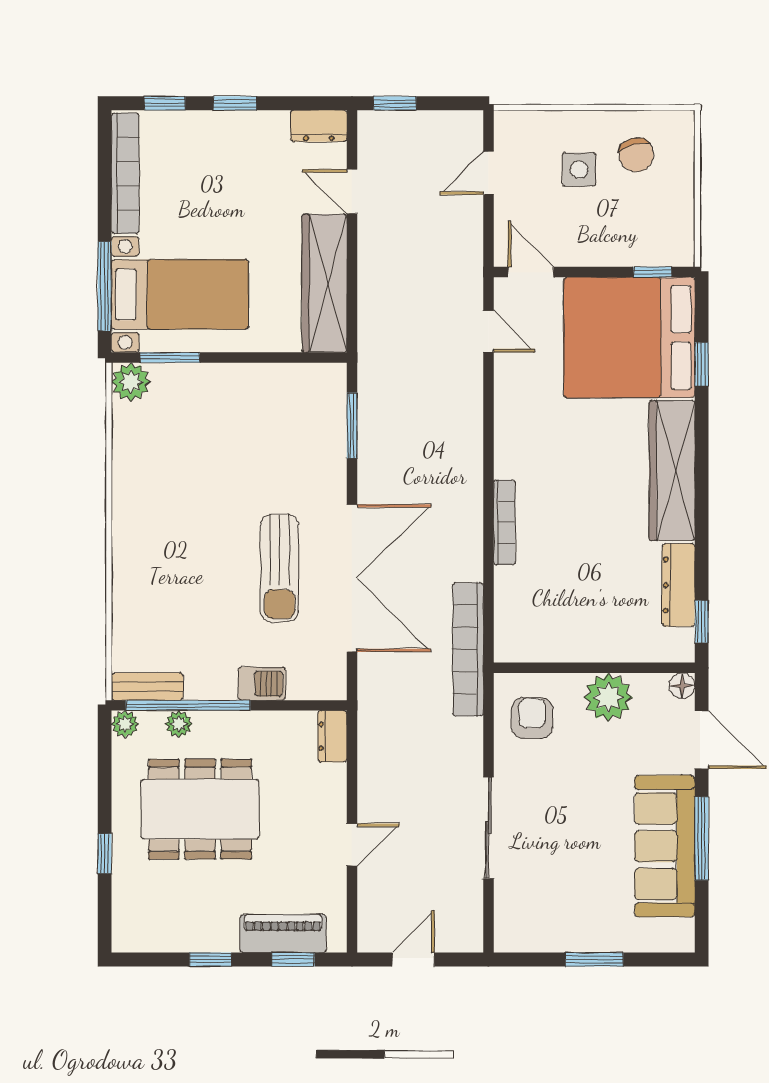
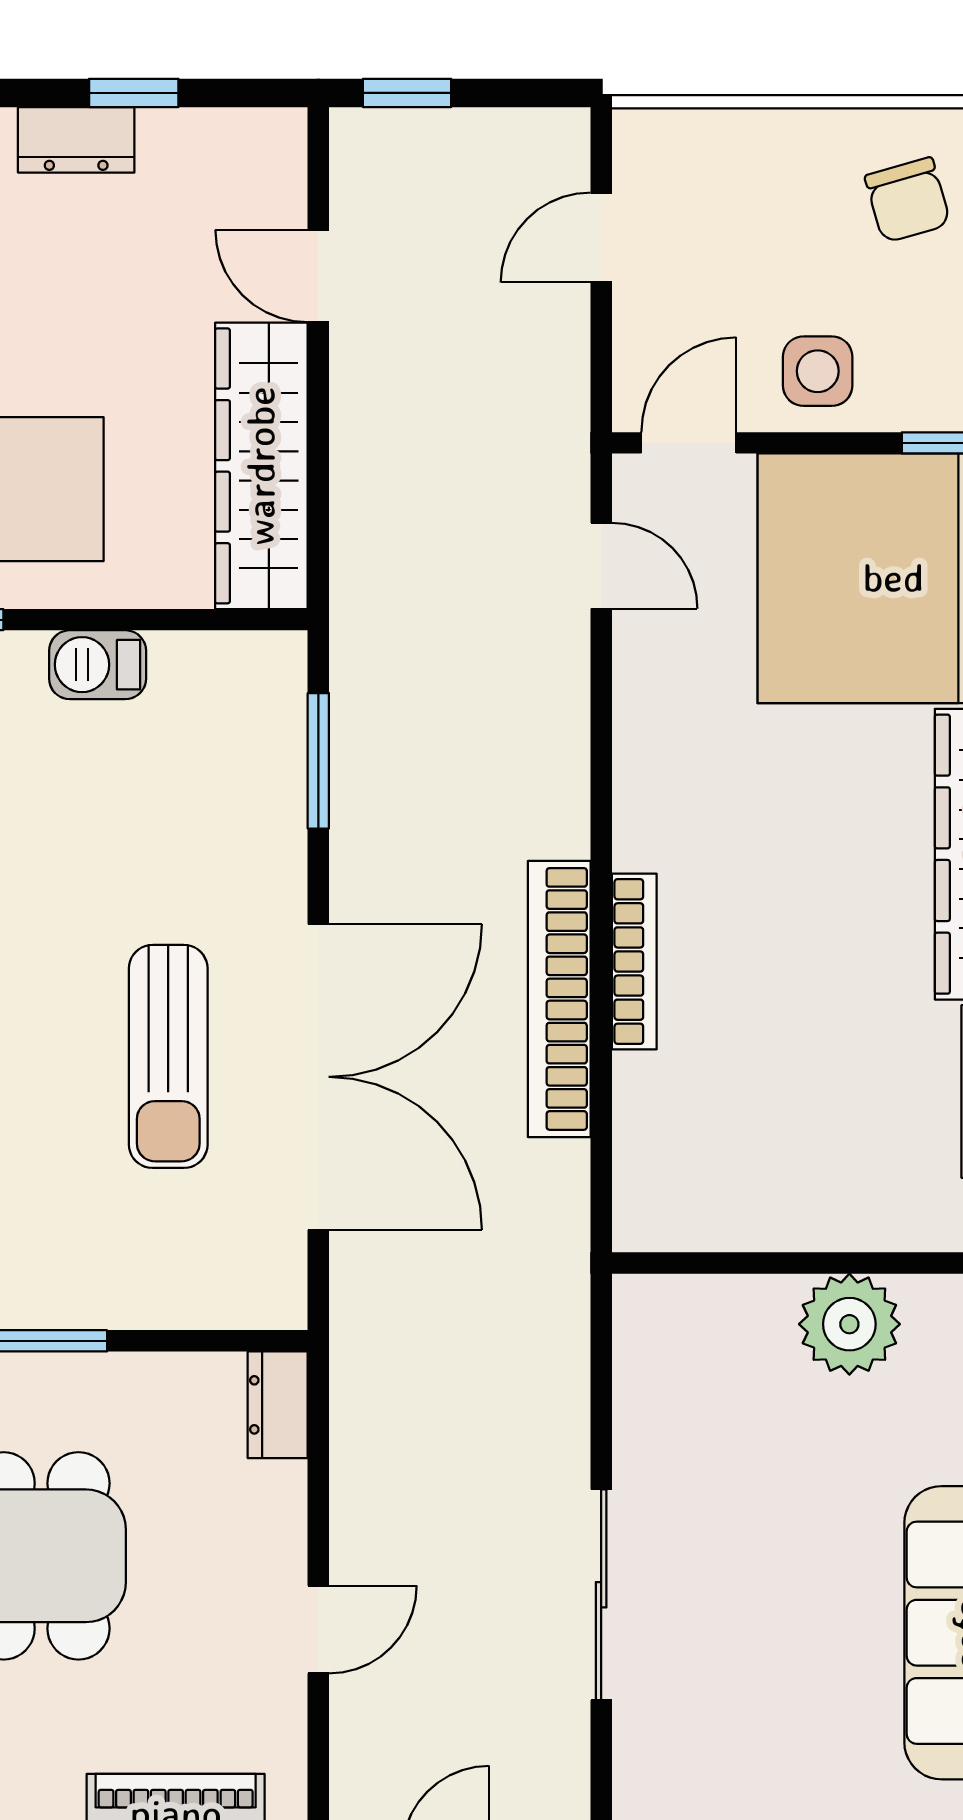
window: (235, 103) -> (134, 93), moved
dresser: (319, 126) -> (76, 140), moved
side table: (579, 169) -> (818, 371), moved
door: (531, 272) -> (689, 443), hinge flipped
bookcase: (468, 650) -> (559, 999), moved
barbecue: (262, 684) -> (98, 665), moved, turned 180
armchair: (532, 718) -> (692, 1367), removed

